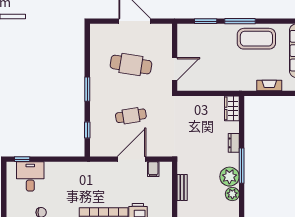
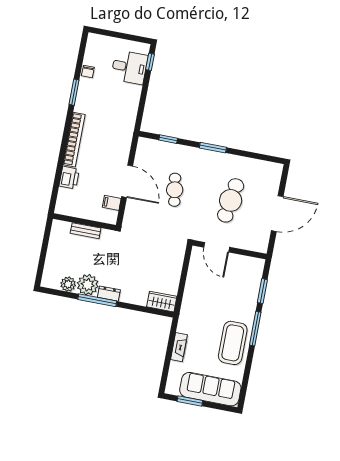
dresser: (234, 143) -> (109, 294), moved

